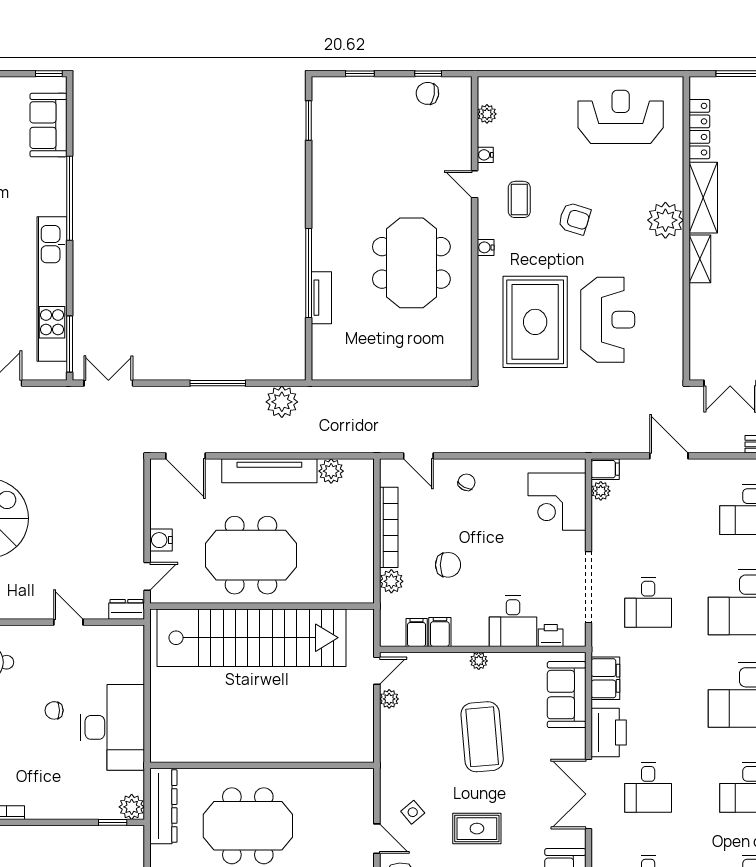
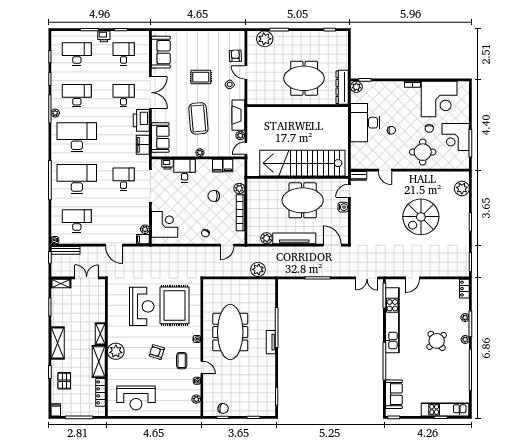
meeting table: (411, 263) -> (230, 332), width x1.36
tv unit: (321, 298) -> (271, 342), moved
reception desk: (608, 320) -> (142, 306), turned 180
plant: (282, 402) -> (258, 269), moved
door: (418, 456) -> (227, 245), swing flipped
fireplace: (394, 744) -> (238, 115), added

